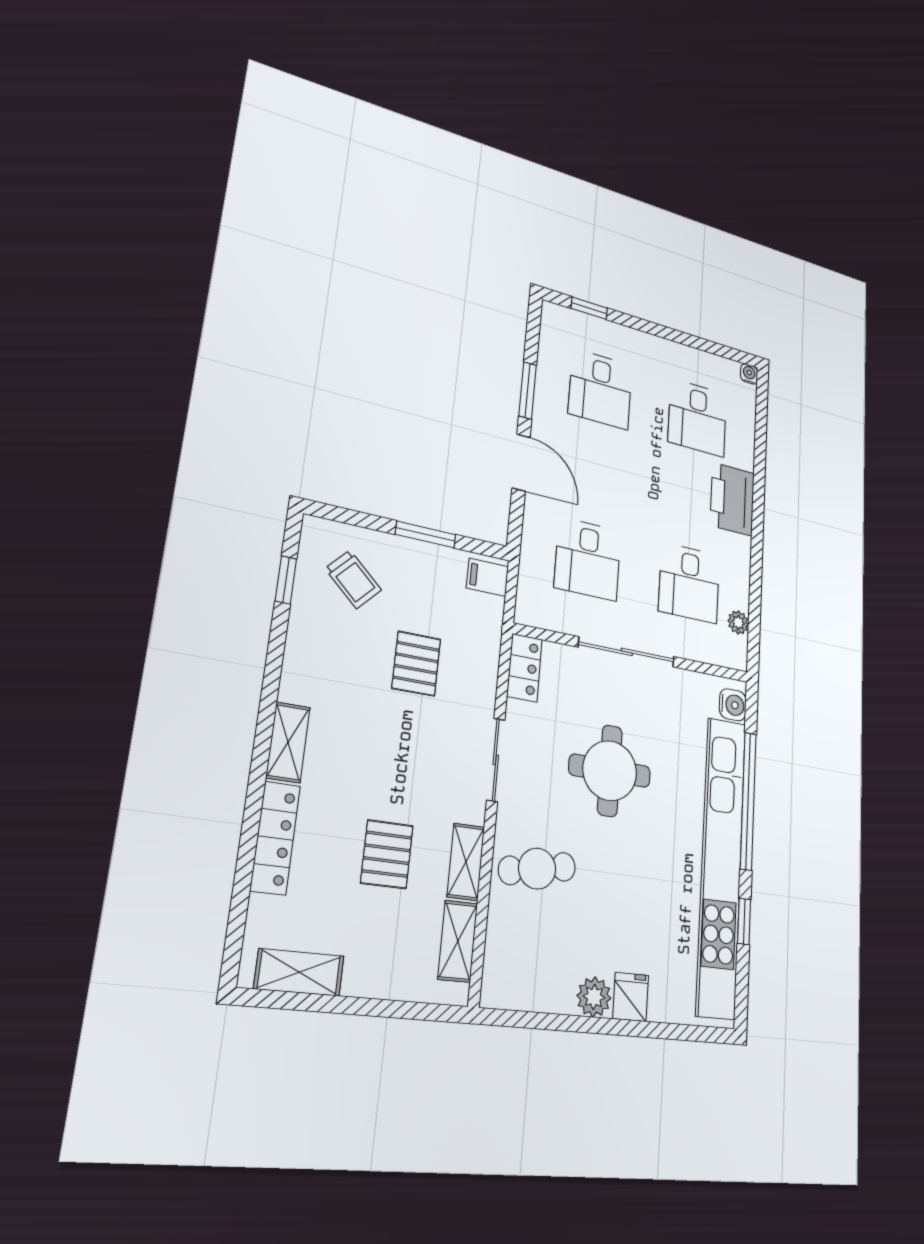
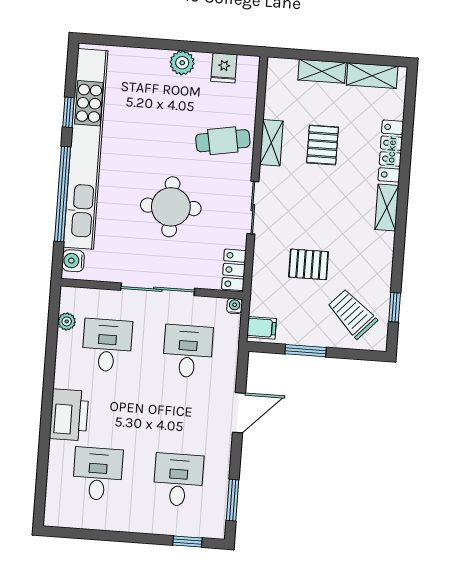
water cooler: (749, 374) -> (235, 306), moved, turned 180
window: (528, 390) -> (233, 500), moved
door: (521, 463) -> (239, 413), swing flipped
trolley: (353, 579) -> (352, 314), width x1.36, depth x1.39
pallet: (416, 664) -> (309, 264), turned 90
shelving: (458, 941) -> (322, 71), moved, turned 90
fridge: (631, 997) -> (224, 68), moved

